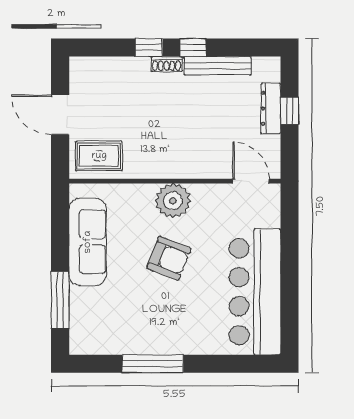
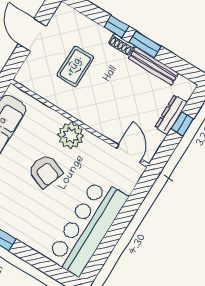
window: (193, 47) -> (145, 44), width x1.50
rug: (99, 156) -> (75, 66), moved, turned 90

